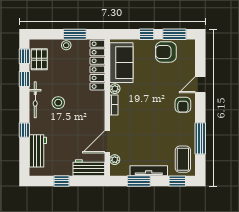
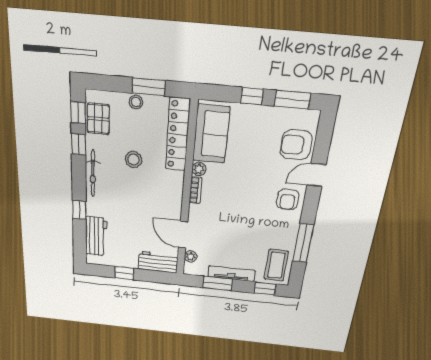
armchair: (166, 52) -> (296, 145), moved
stool: (58, 103) -> (133, 159), moved
door: (107, 142) -> (183, 235), hinge flipped

